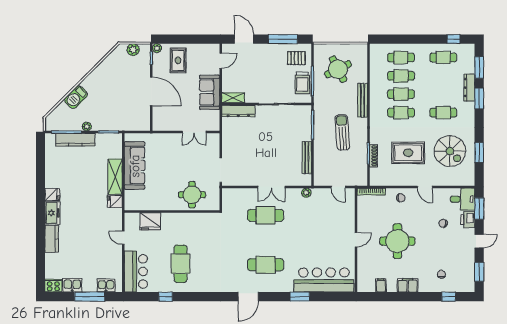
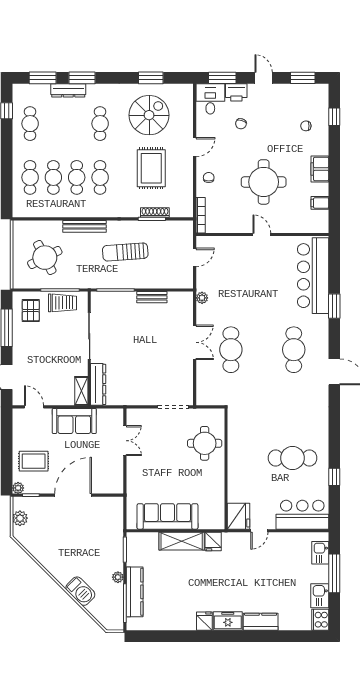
bench: (307, 158) -> (152, 297), width x0.73
fridge: (150, 221) -> (238, 516), moved

